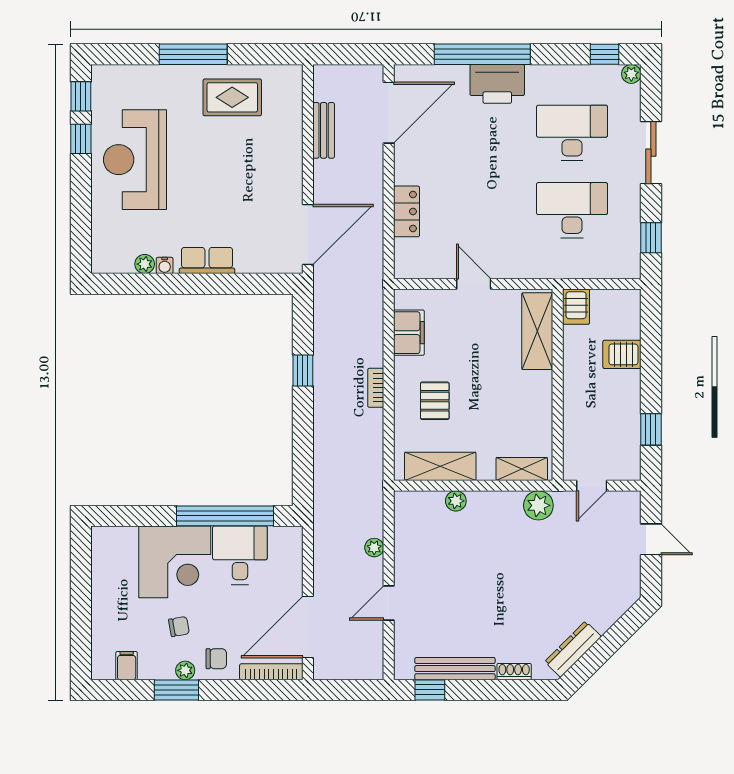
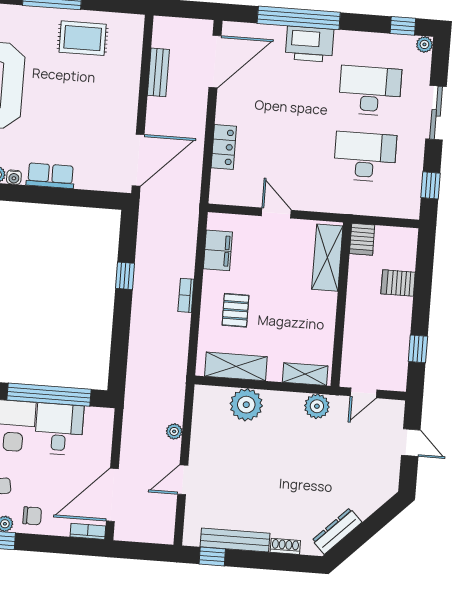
plant: (456, 501) -> (246, 405), width x1.88, depth x1.88
bookcase: (271, 672) -> (88, 531), width x0.64

